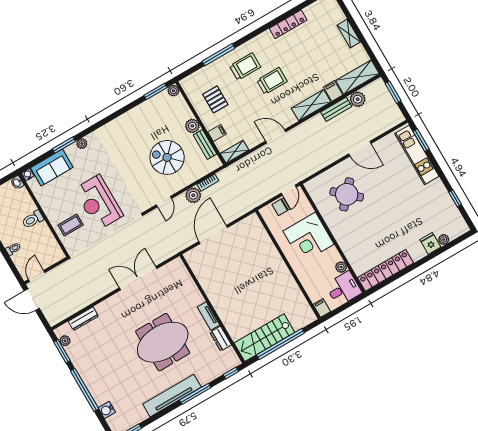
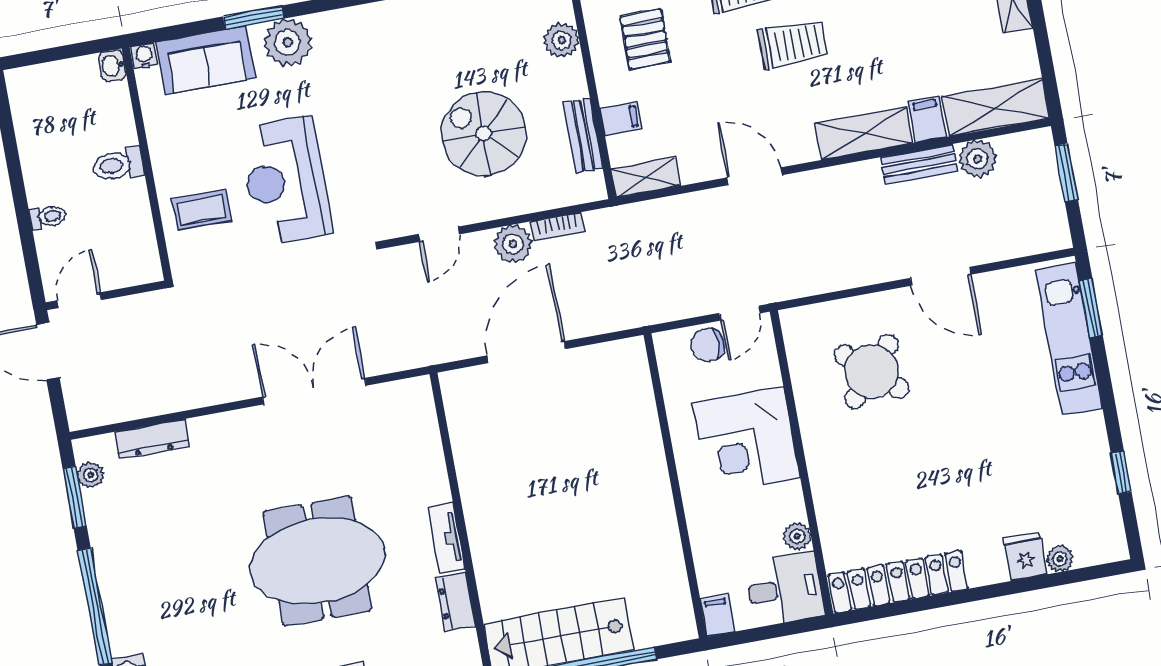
plant: (192, 126) -> (562, 40), moved
plant: (82, 144) -> (288, 42), width x1.88, depth x1.88

